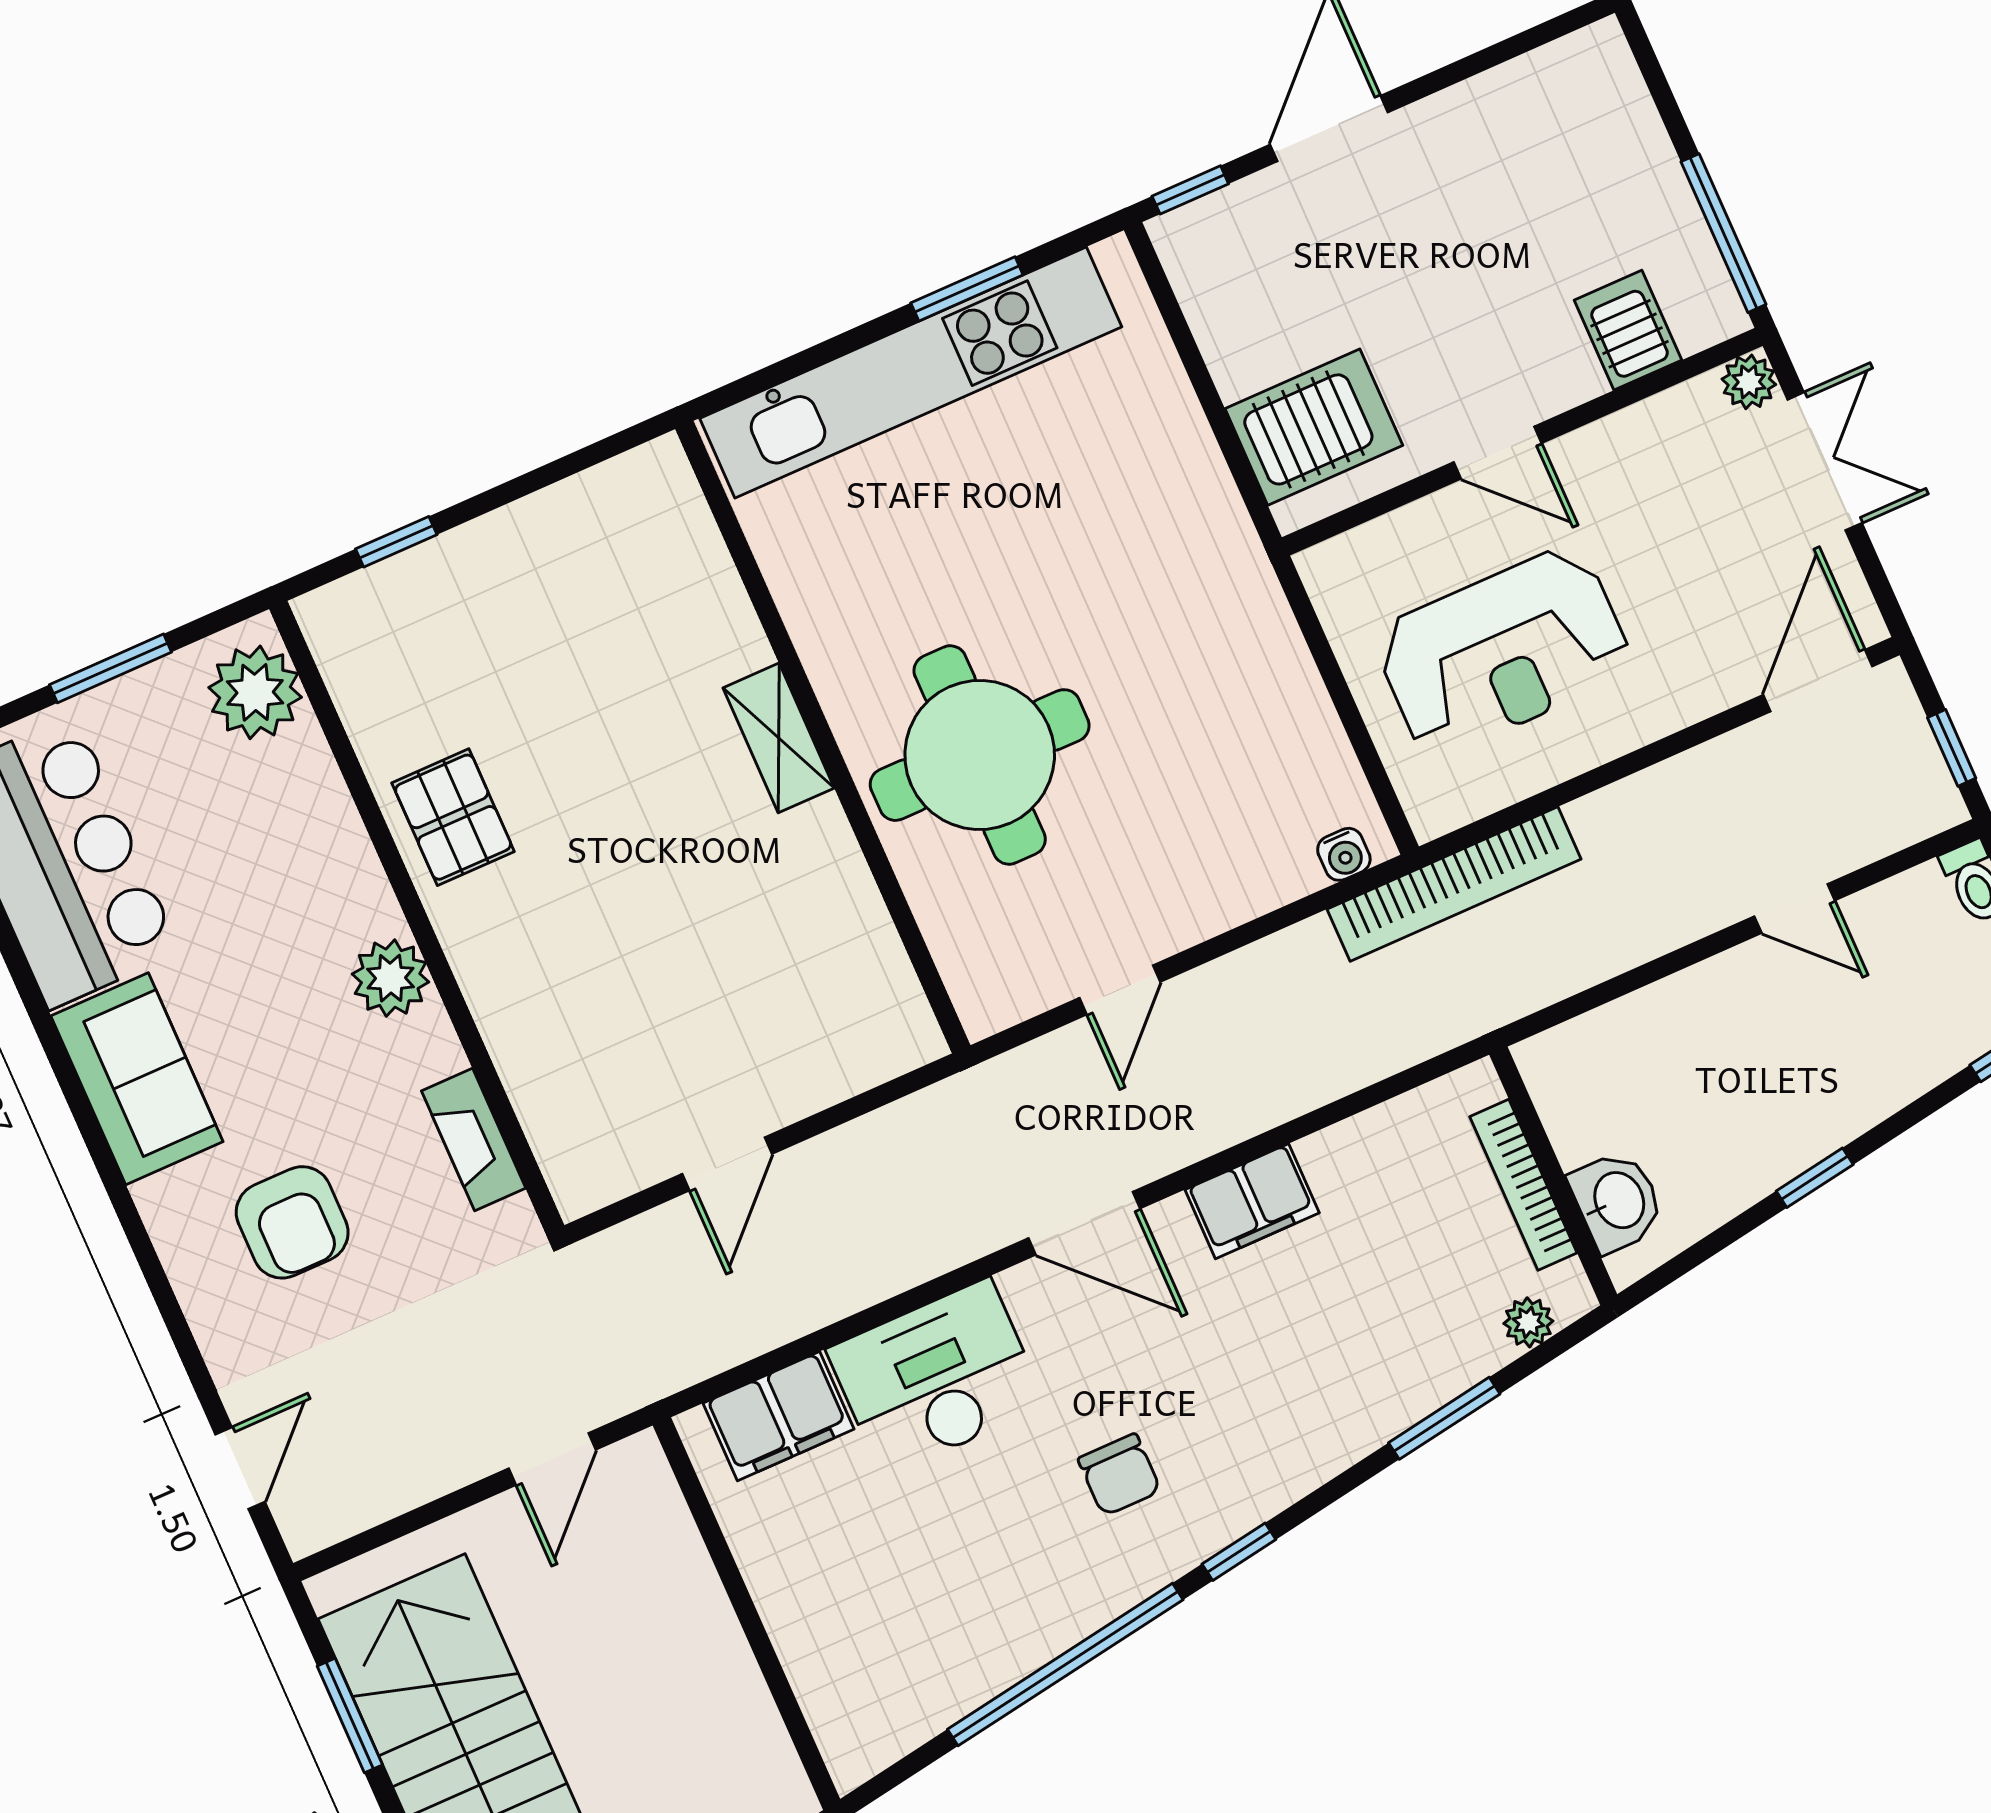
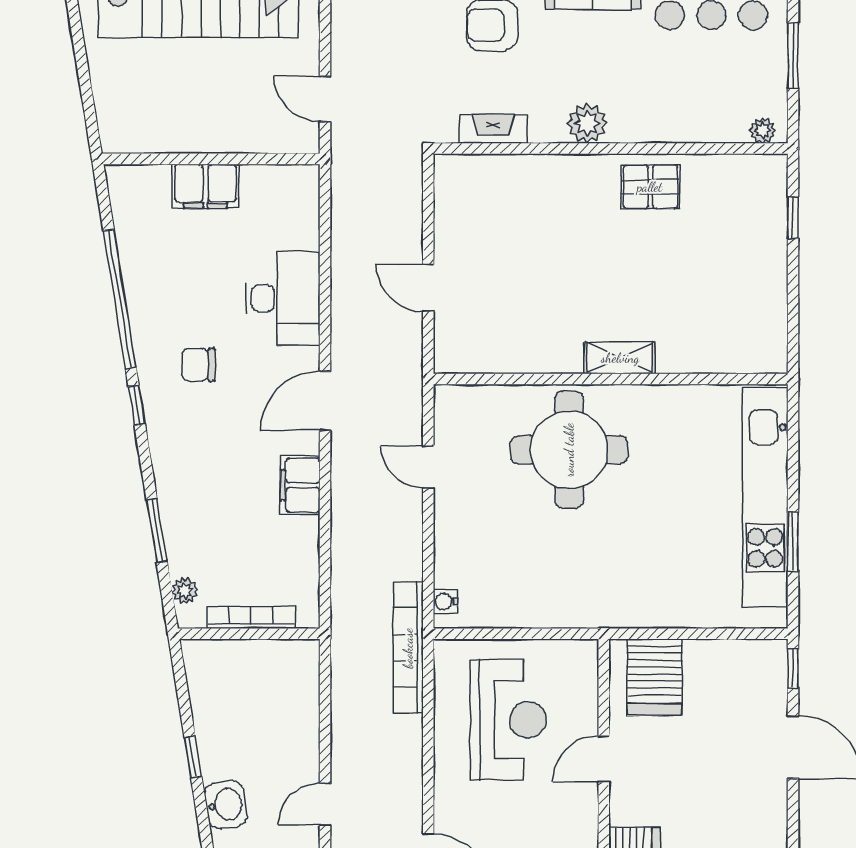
reception desk: (1503, 651) -> (508, 720), turned 180
plant: (255, 692) -> (763, 130), width x0.53, depth x0.53
door: (727, 1164) -> (428, 288), moved
washbasin: (1617, 1201) -> (226, 805), moved, turned -99
filing cabinet: (779, 1416) -> (205, 186), moved, turned -90

